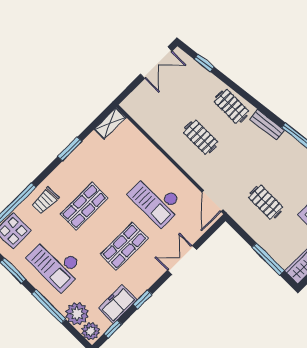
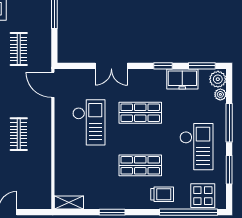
door: (212, 201) -> (53, 85), swing flipped
plant: (77, 314) -> (220, 94), width x0.53, depth x0.53
window: (113, 329) -> (202, 66), width x1.50

